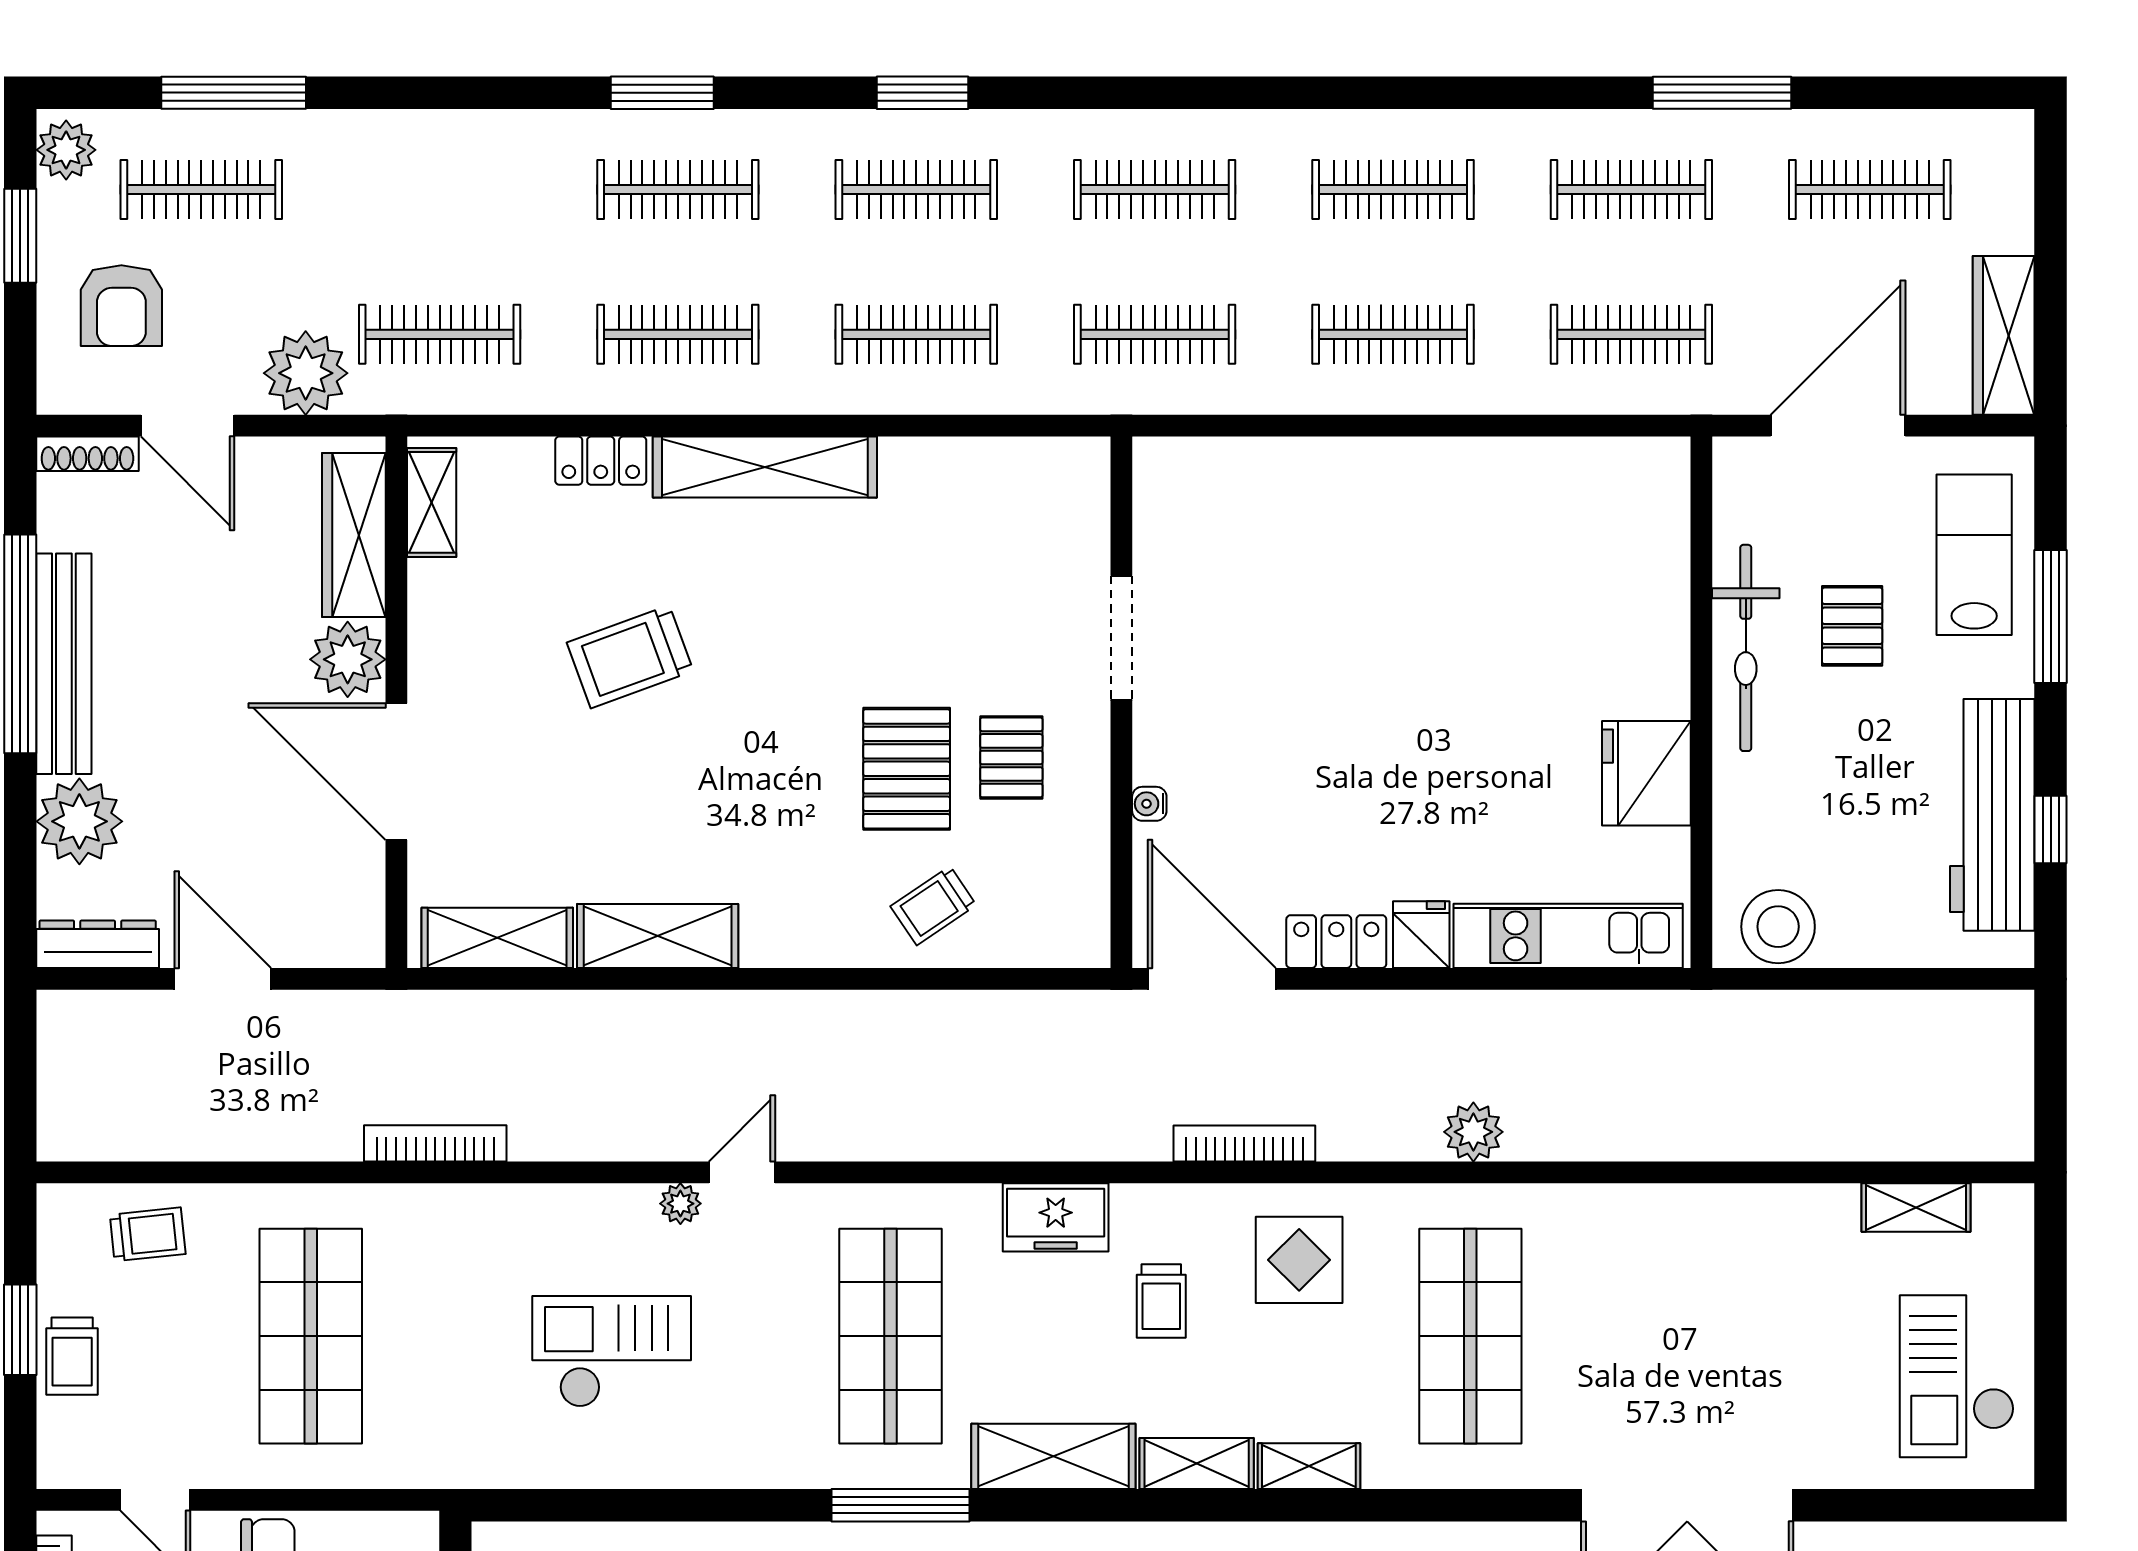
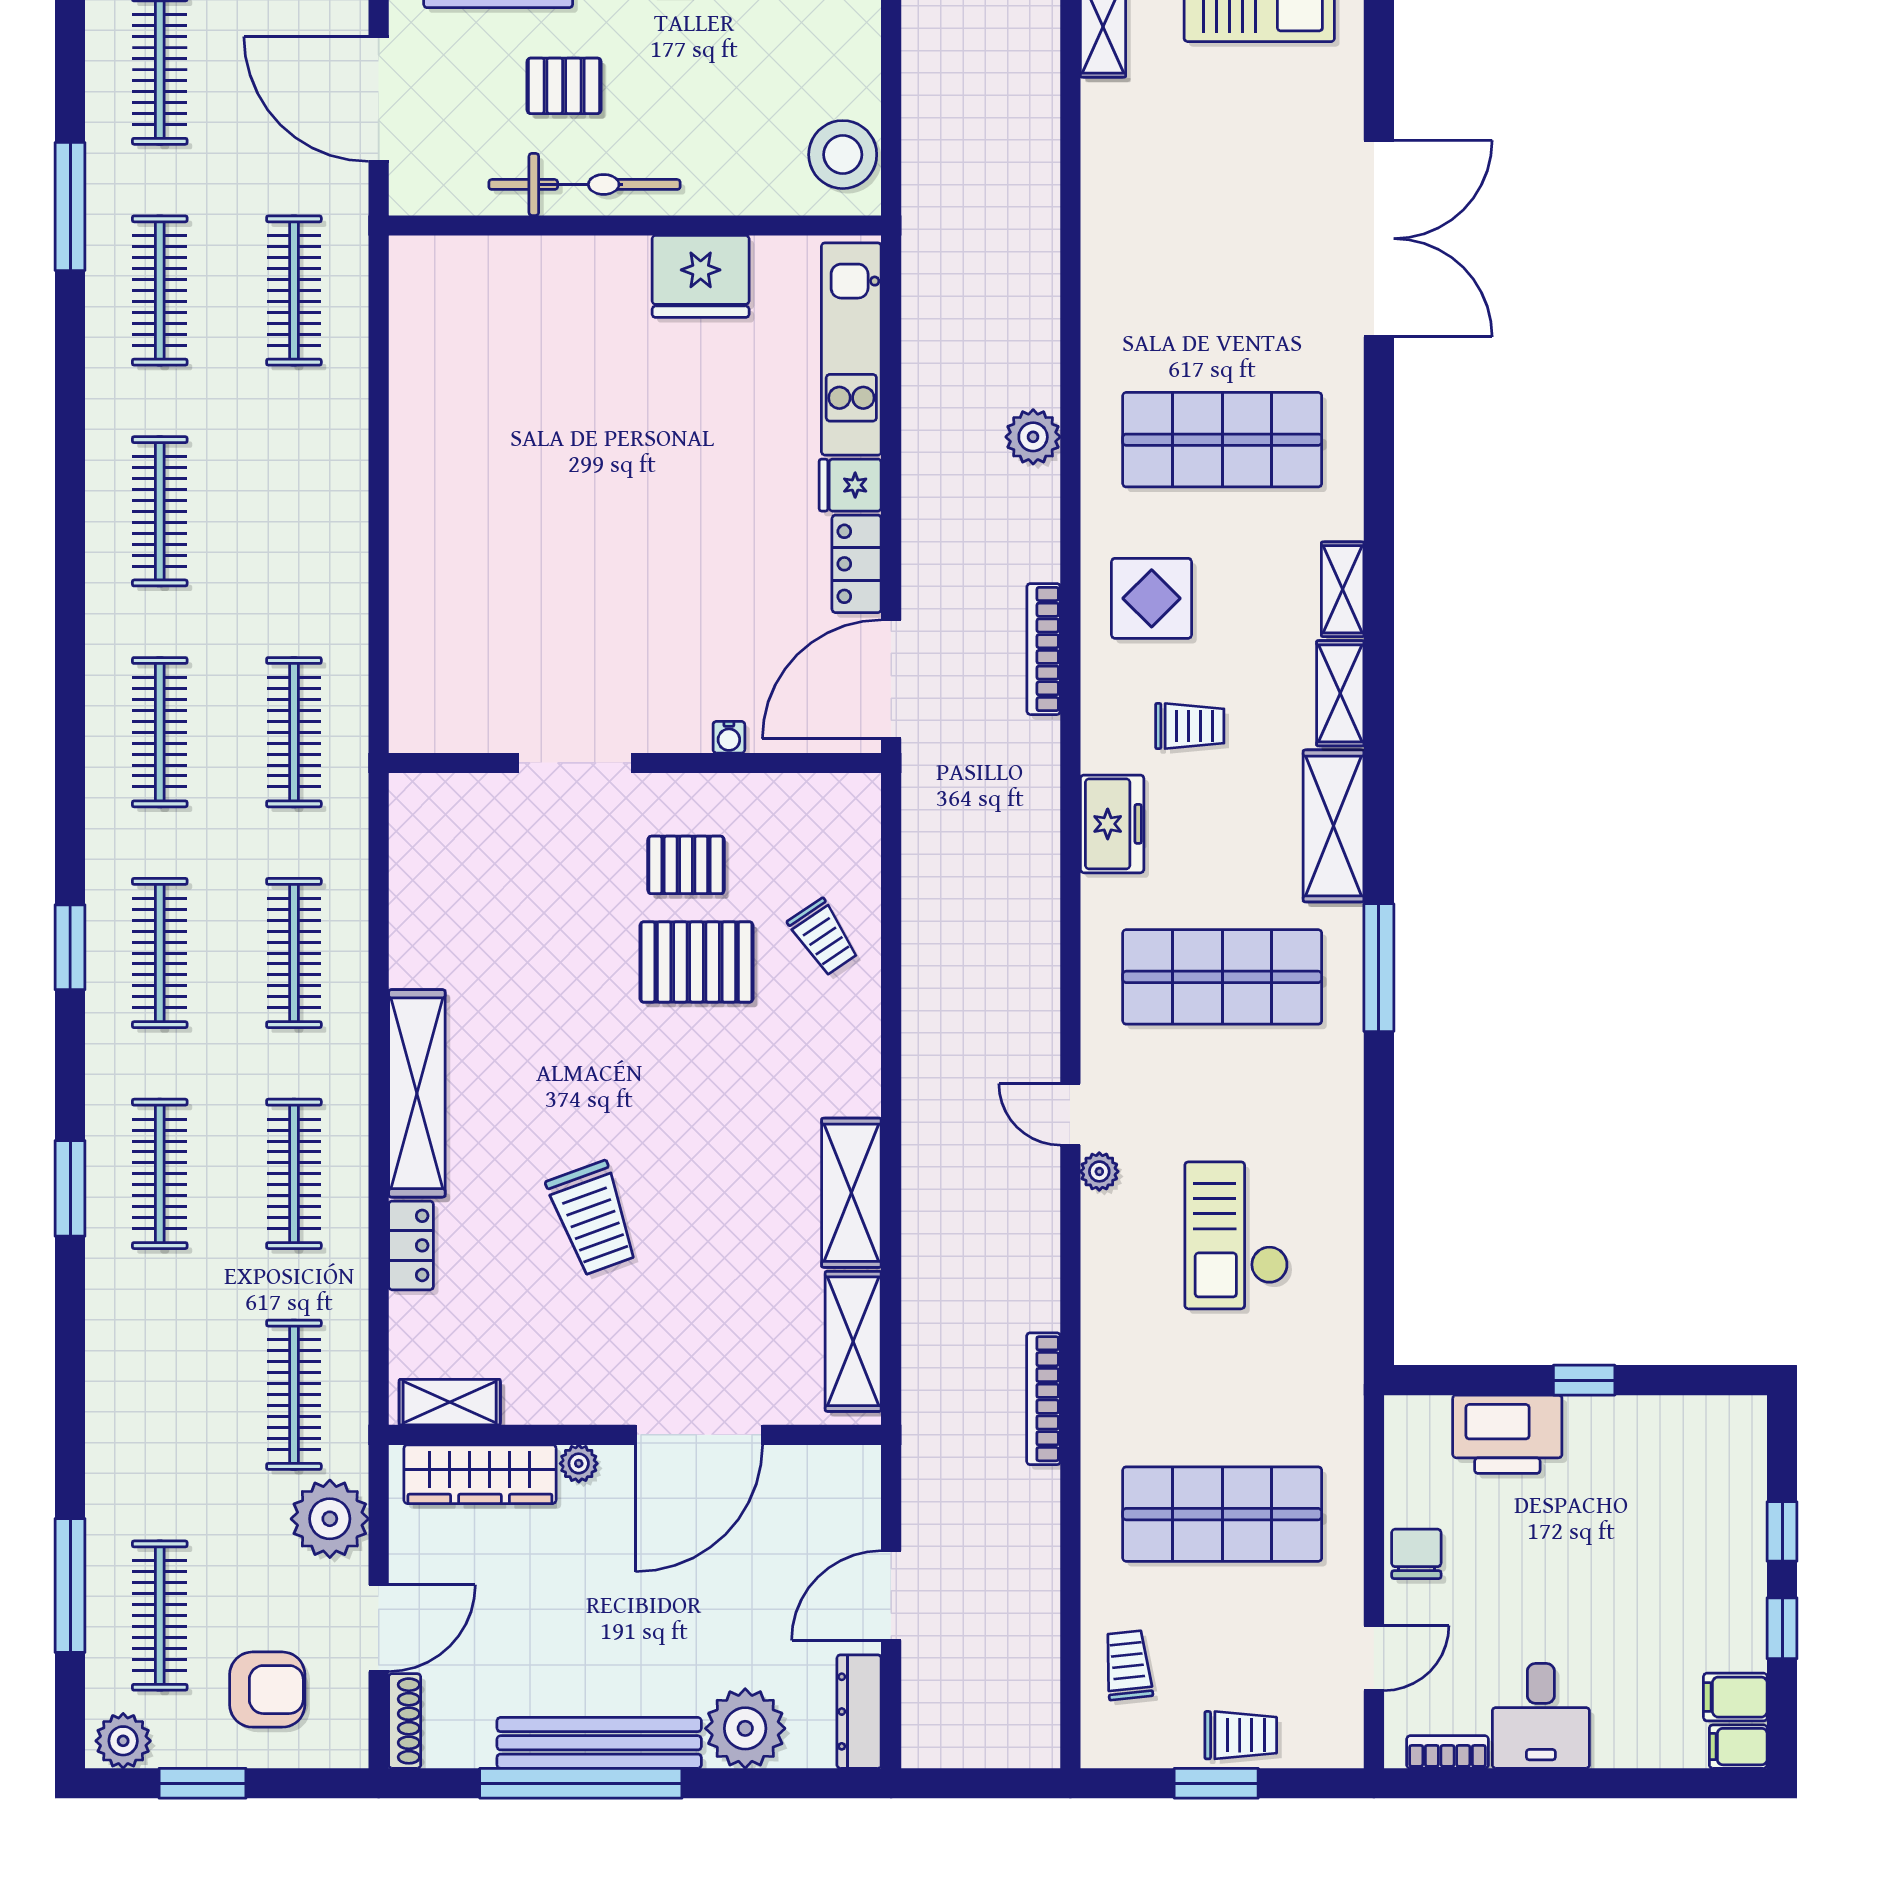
clothes rail: (1393, 334) -> (294, 511), removed
plant: (348, 659) -> (579, 1463), width x0.53, depth x0.53

